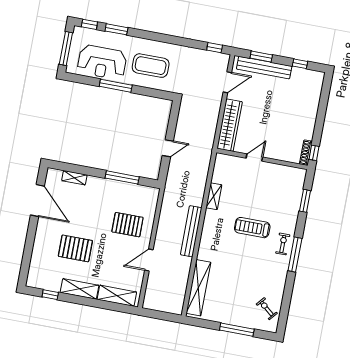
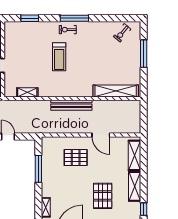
shelving: (214, 196) -> (27, 92), moved
pallet: (127, 225) -> (76, 157), turned 90

